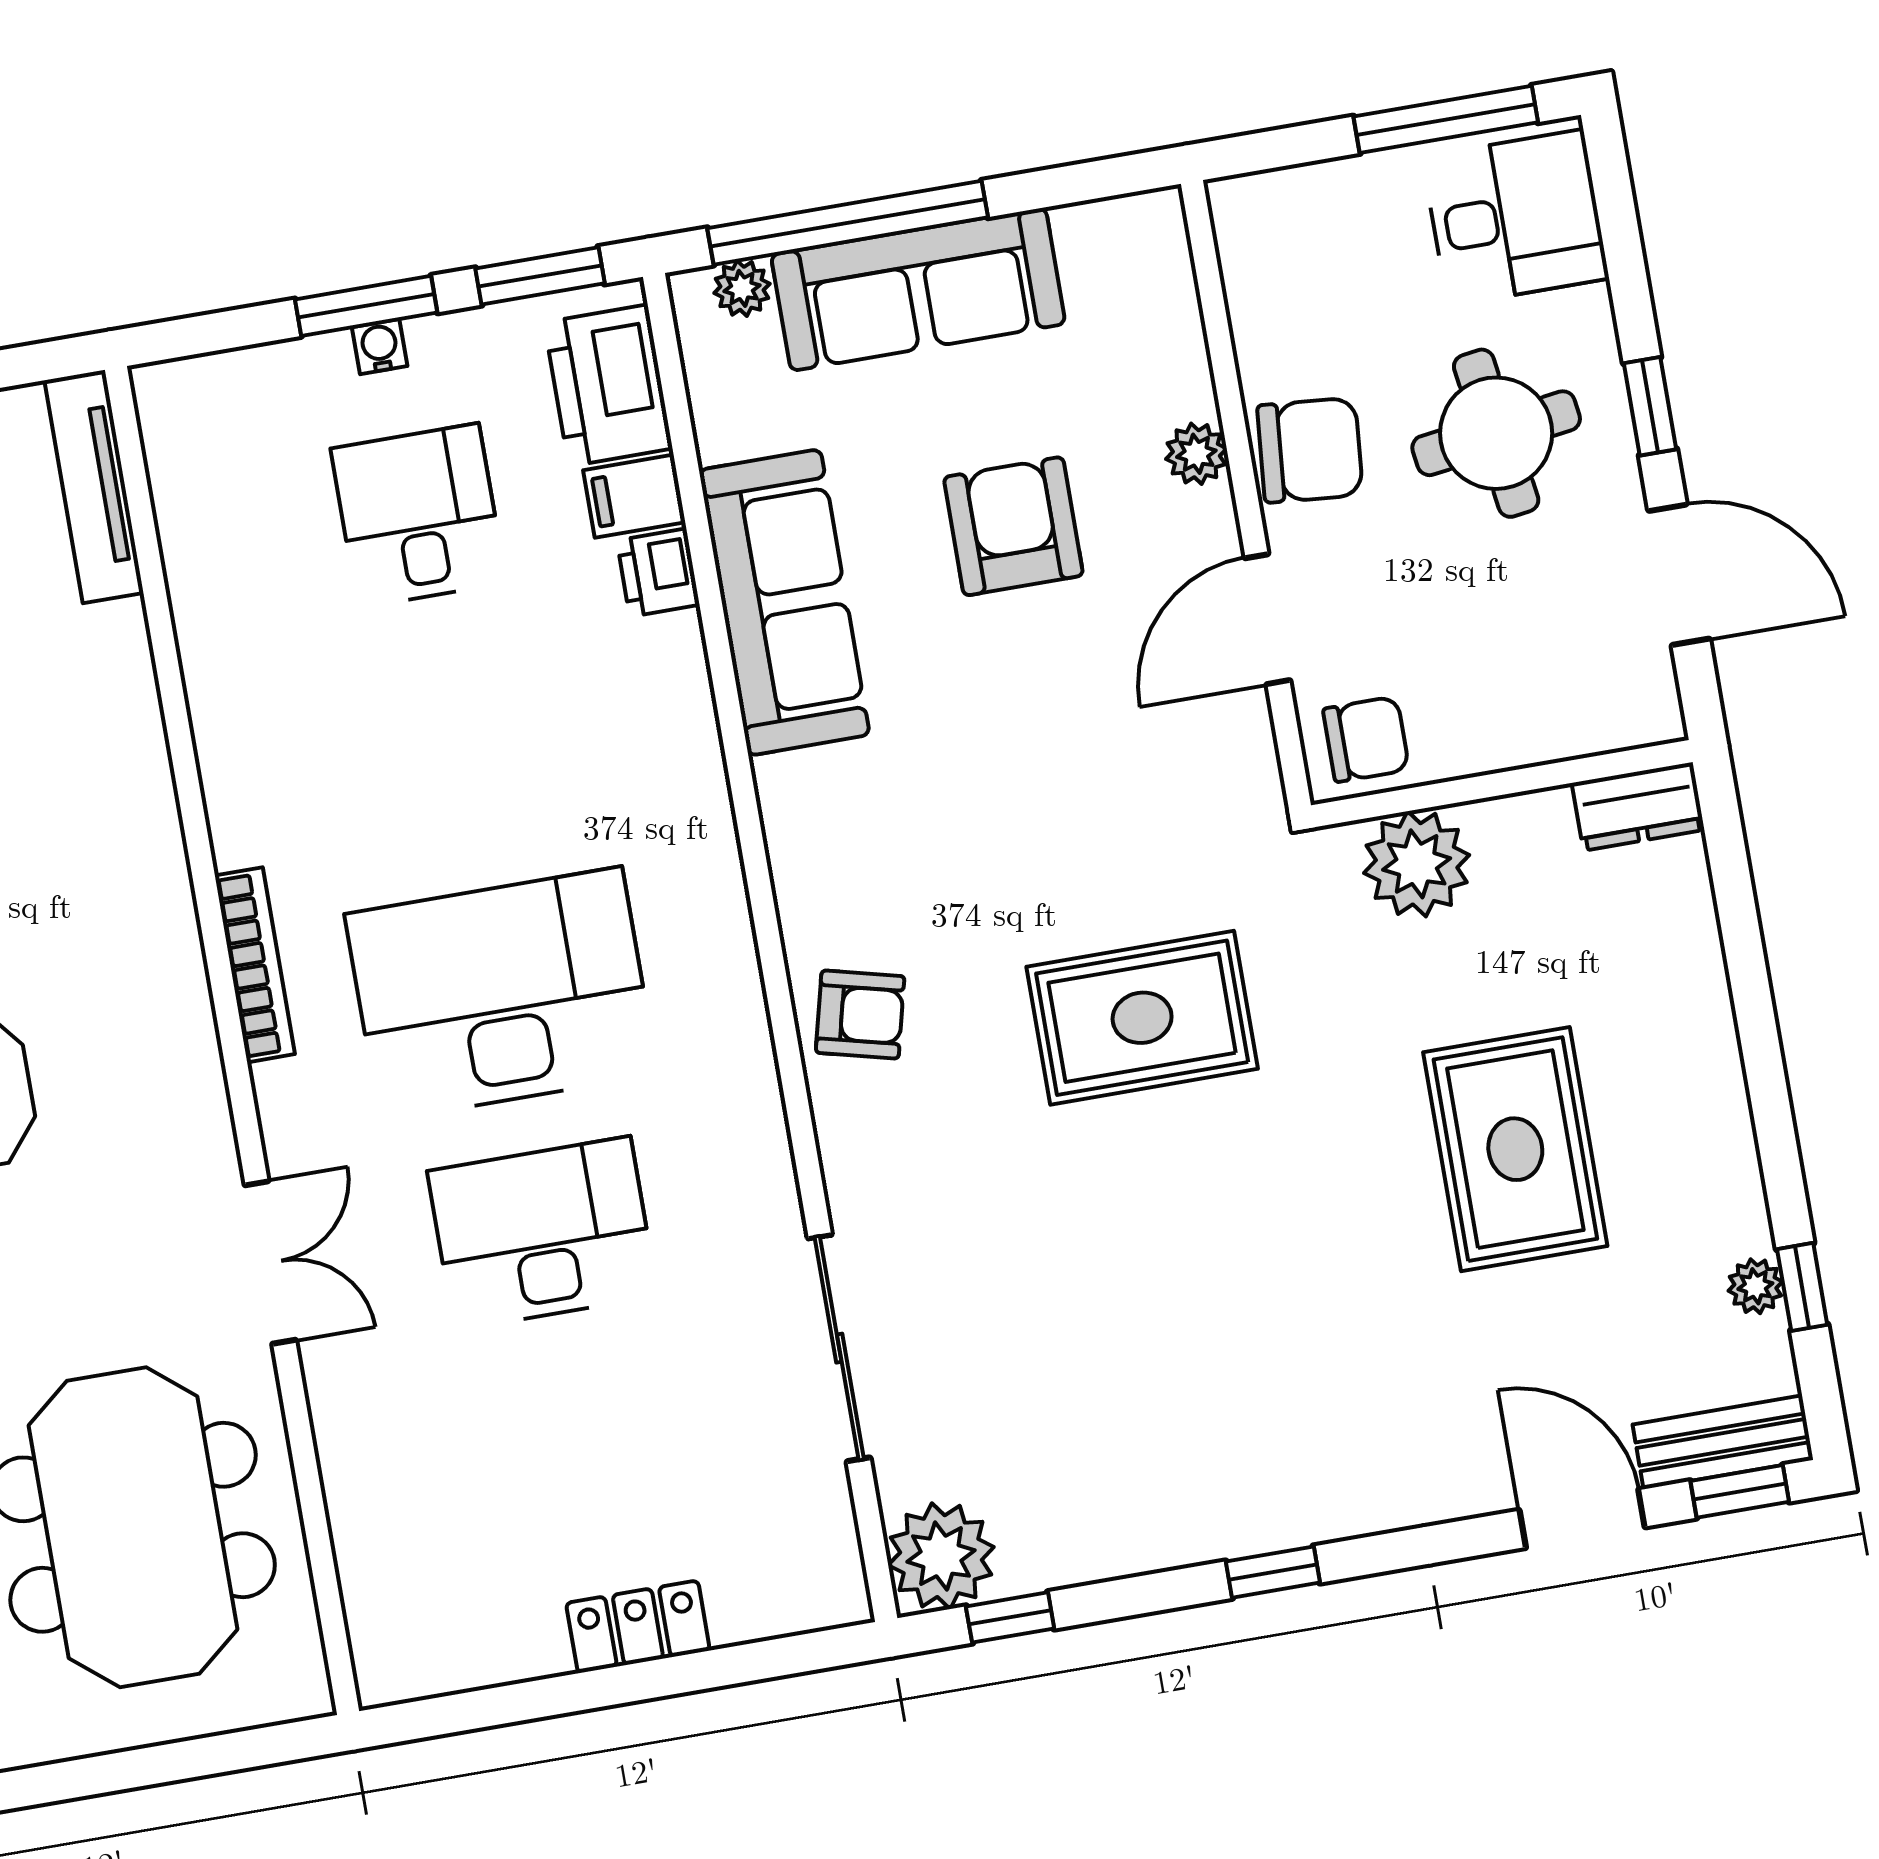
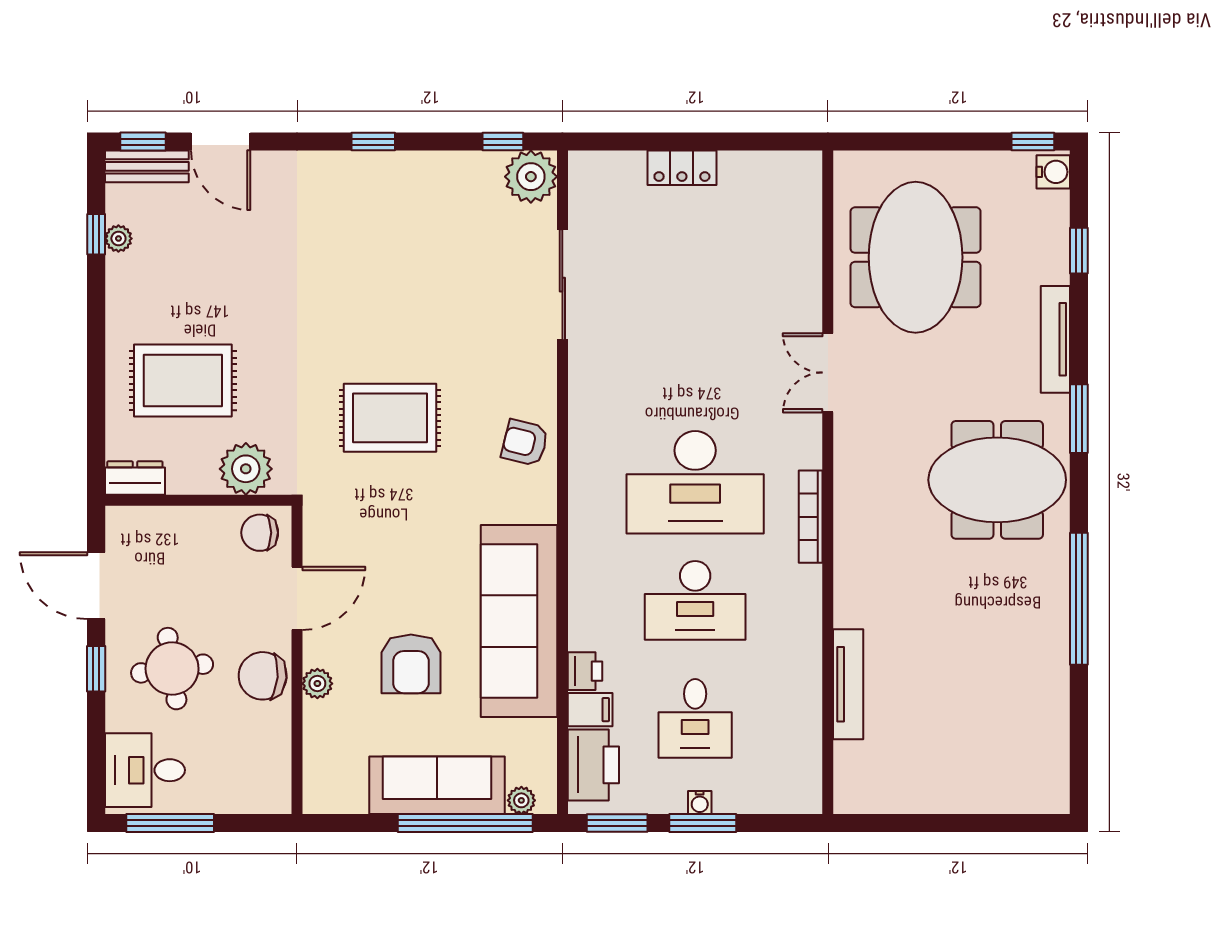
tv unit: (94, 487) -> (848, 684), moved
sofa: (784, 602) -> (519, 621), width x1.36, depth x1.27
rug: (1515, 1149) -> (183, 381), moved, turned 90
desk: (542, 1233) -> (695, 600), moved

